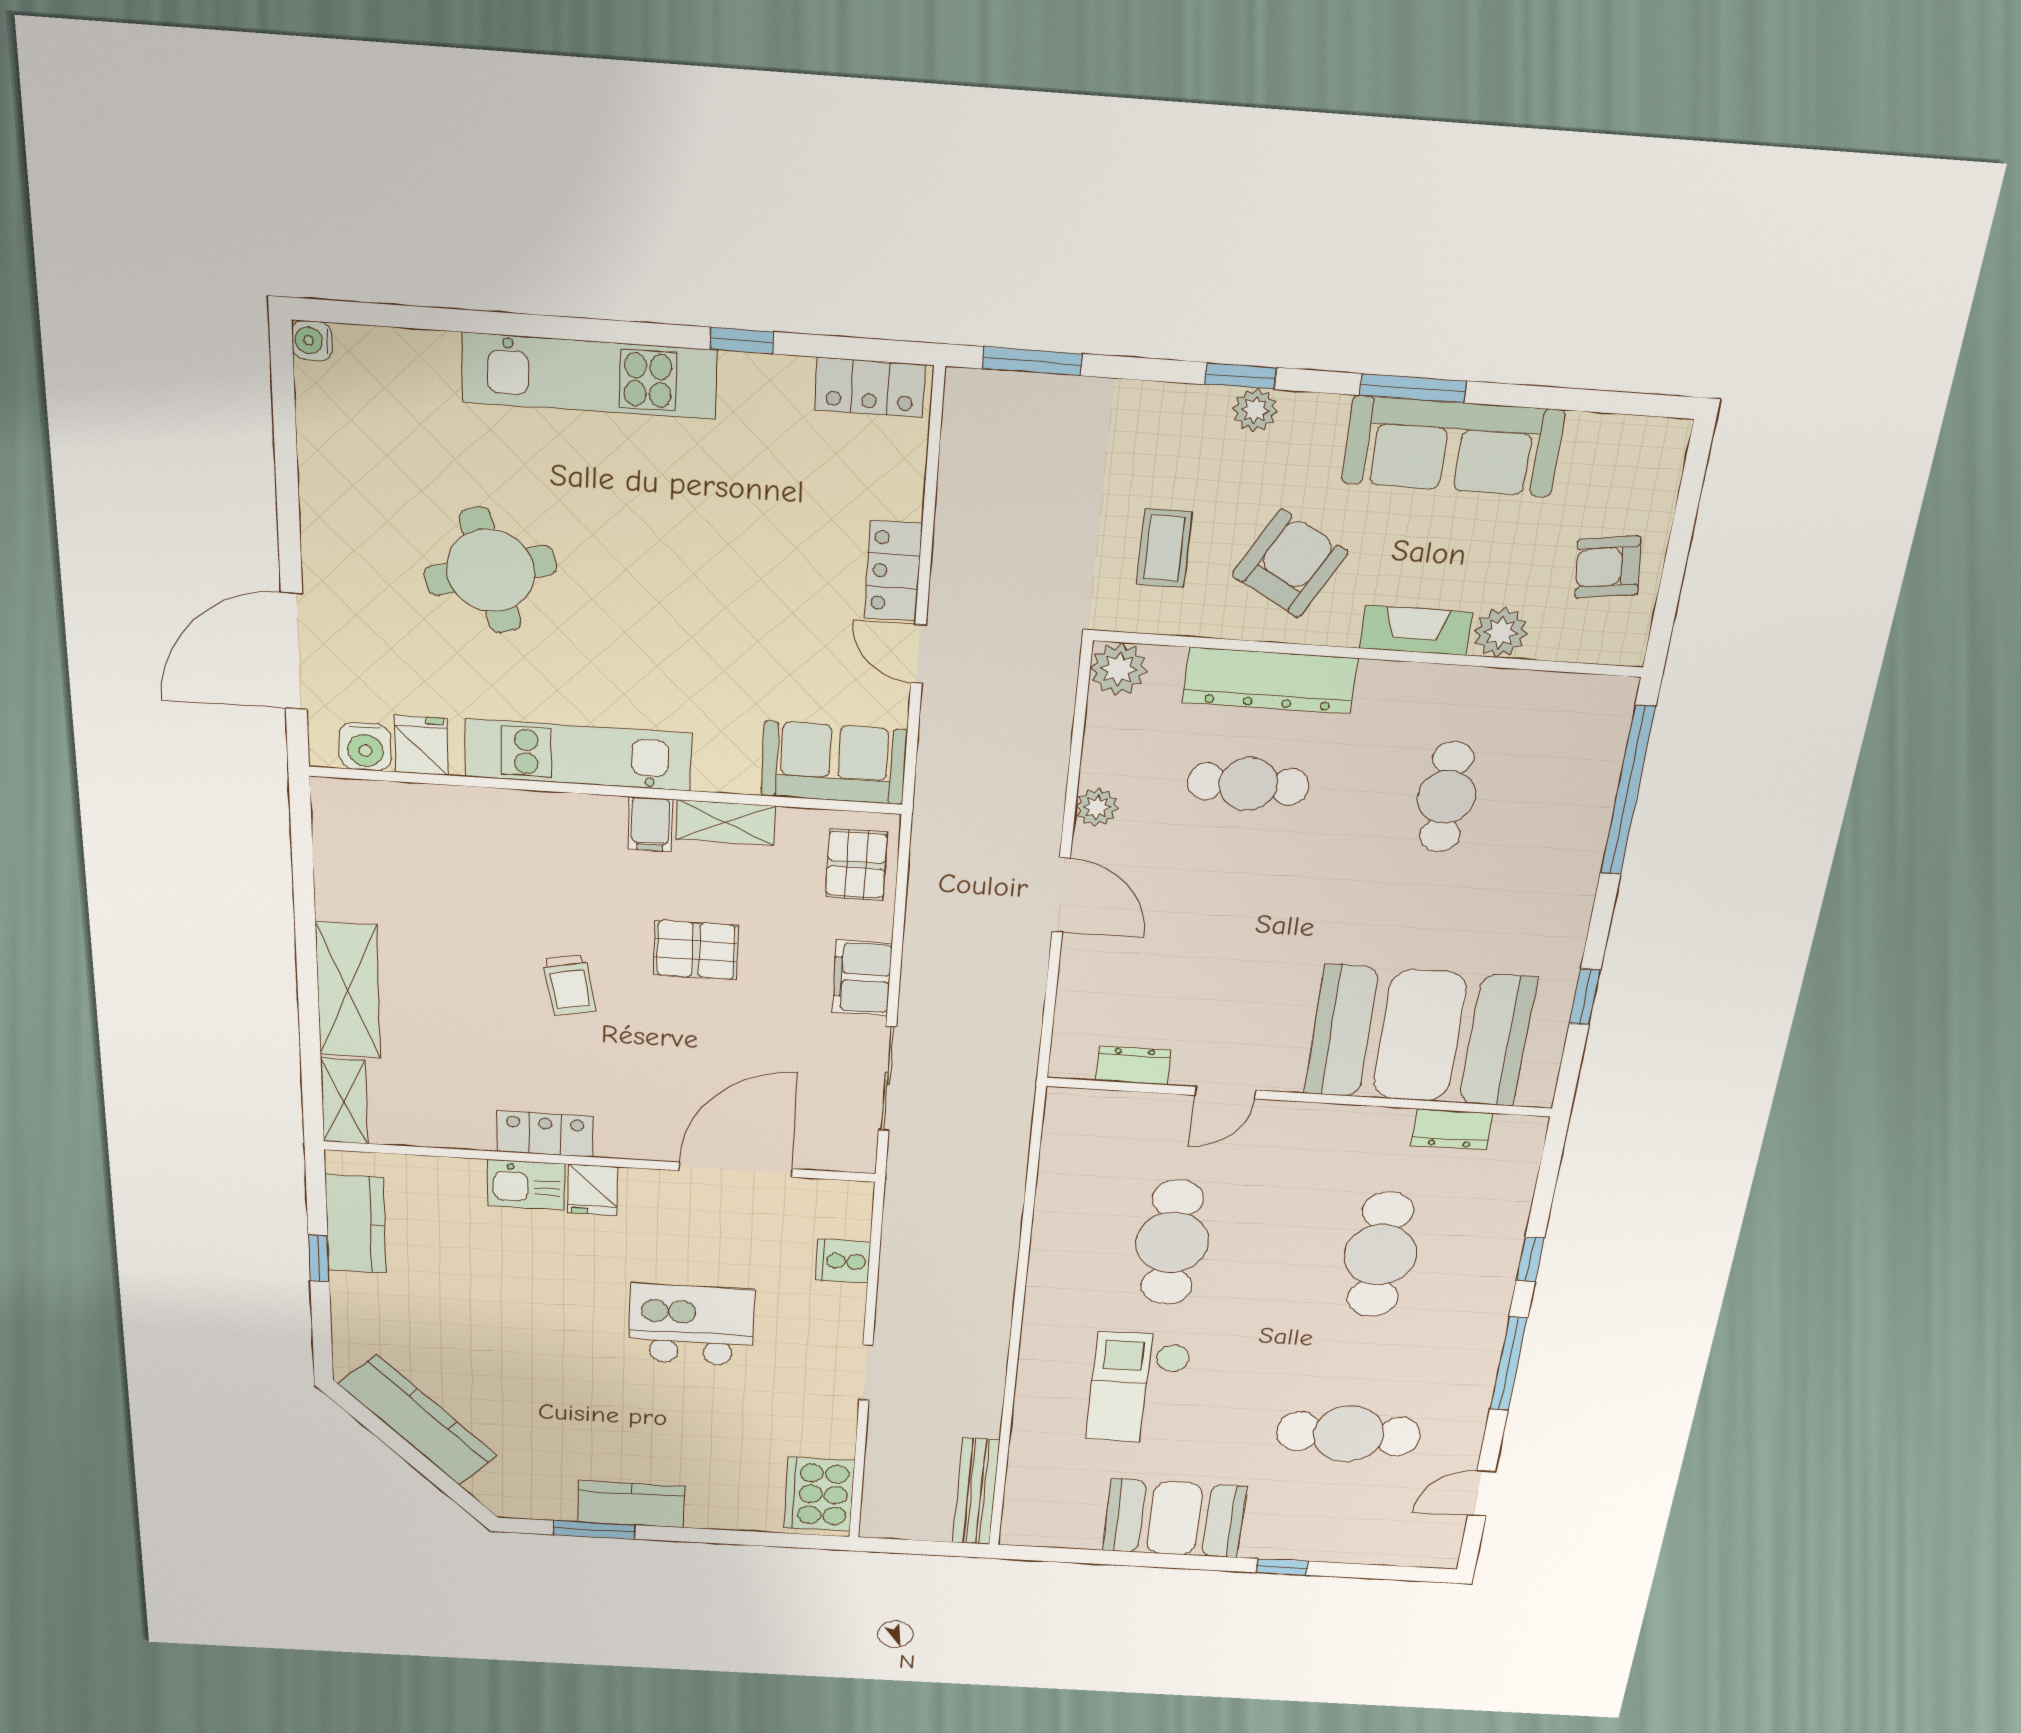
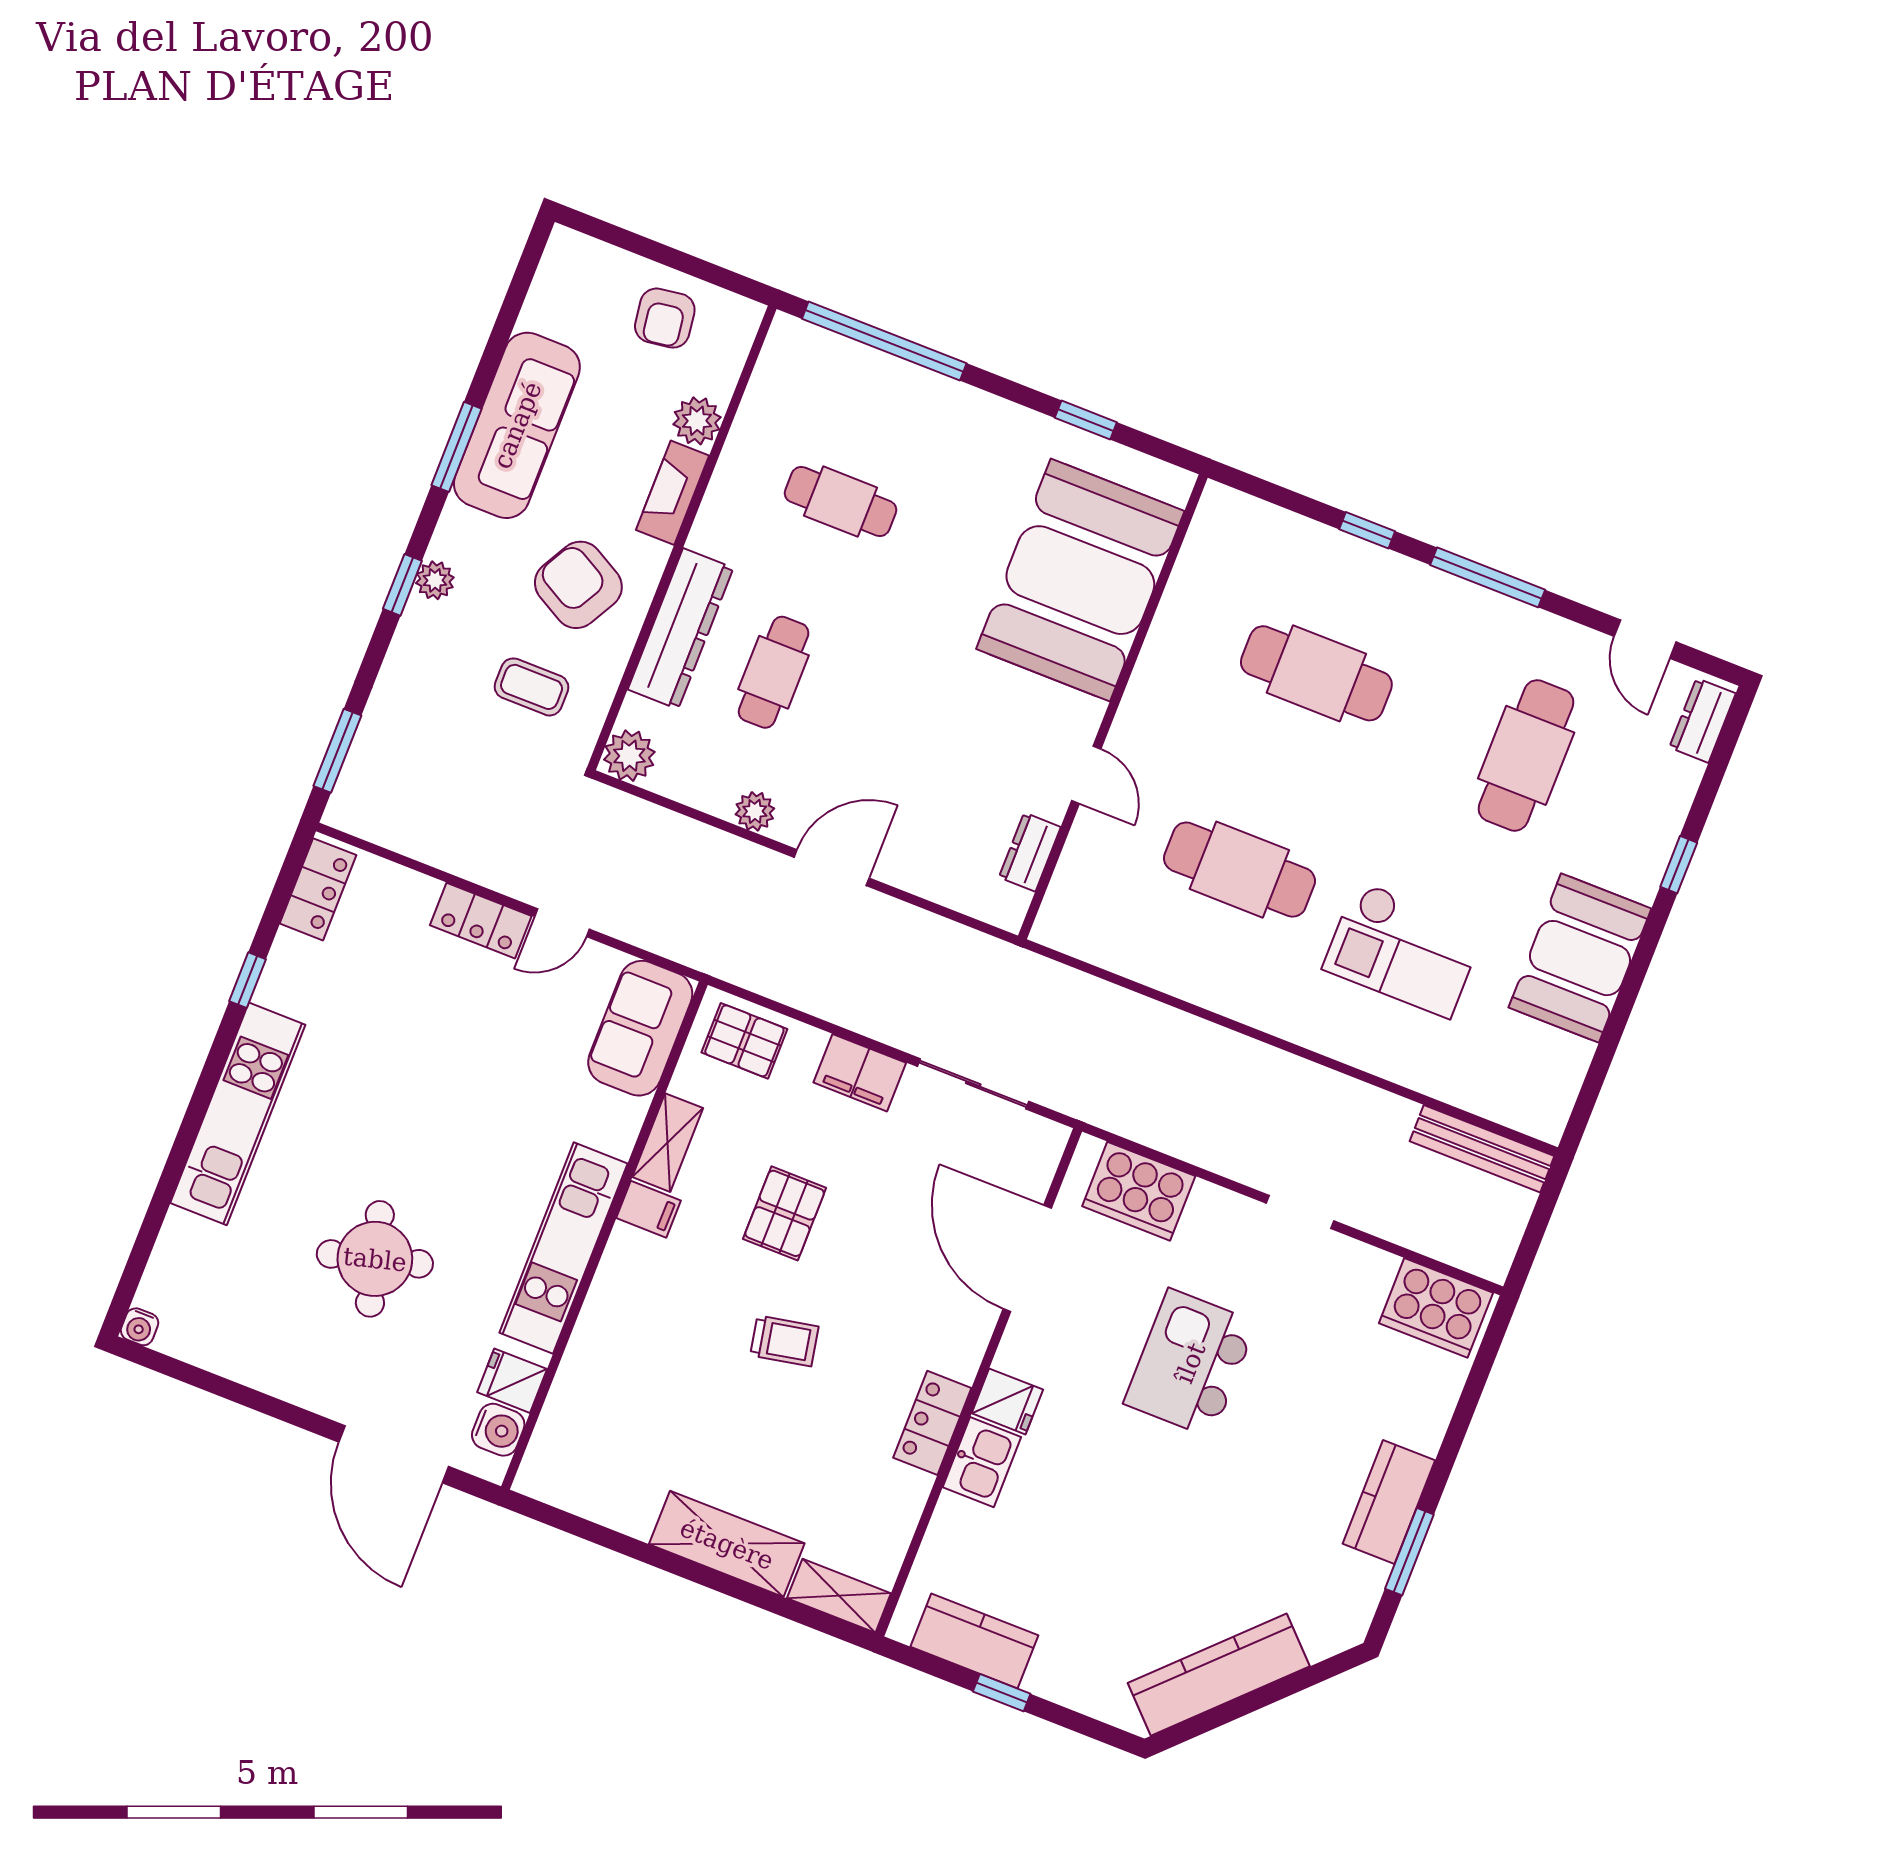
dresser: (1452, 1129) -> (1702, 720), moved, turned 180
cooker: (843, 1261) -> (1139, 1191), width x1.87, depth x1.31

